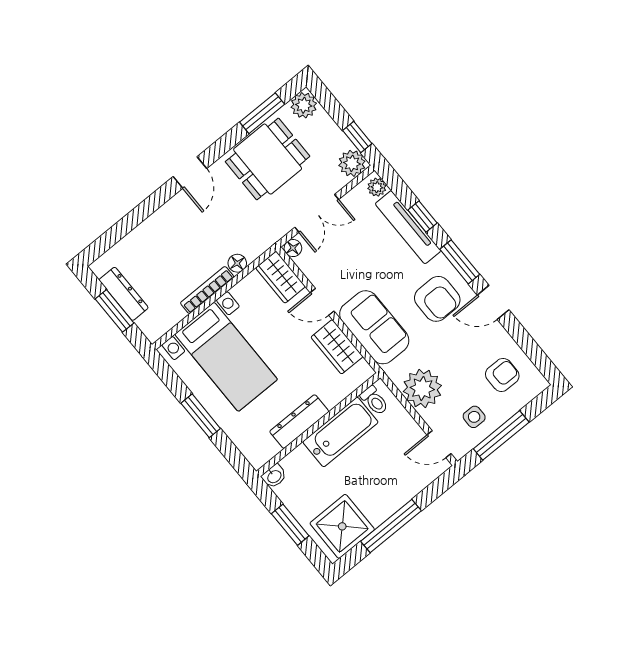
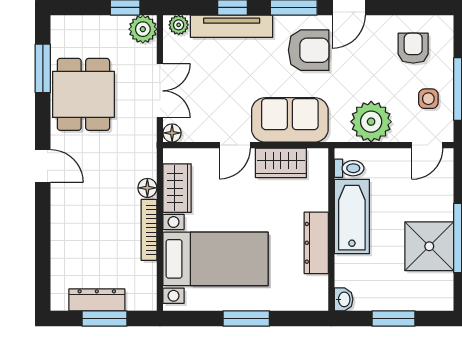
plant: (304, 105) -> (64, 30), removed
wardrobe: (280, 277) -> (177, 188), moved, turned -90
shower: (342, 526) -> (429, 246), moved

